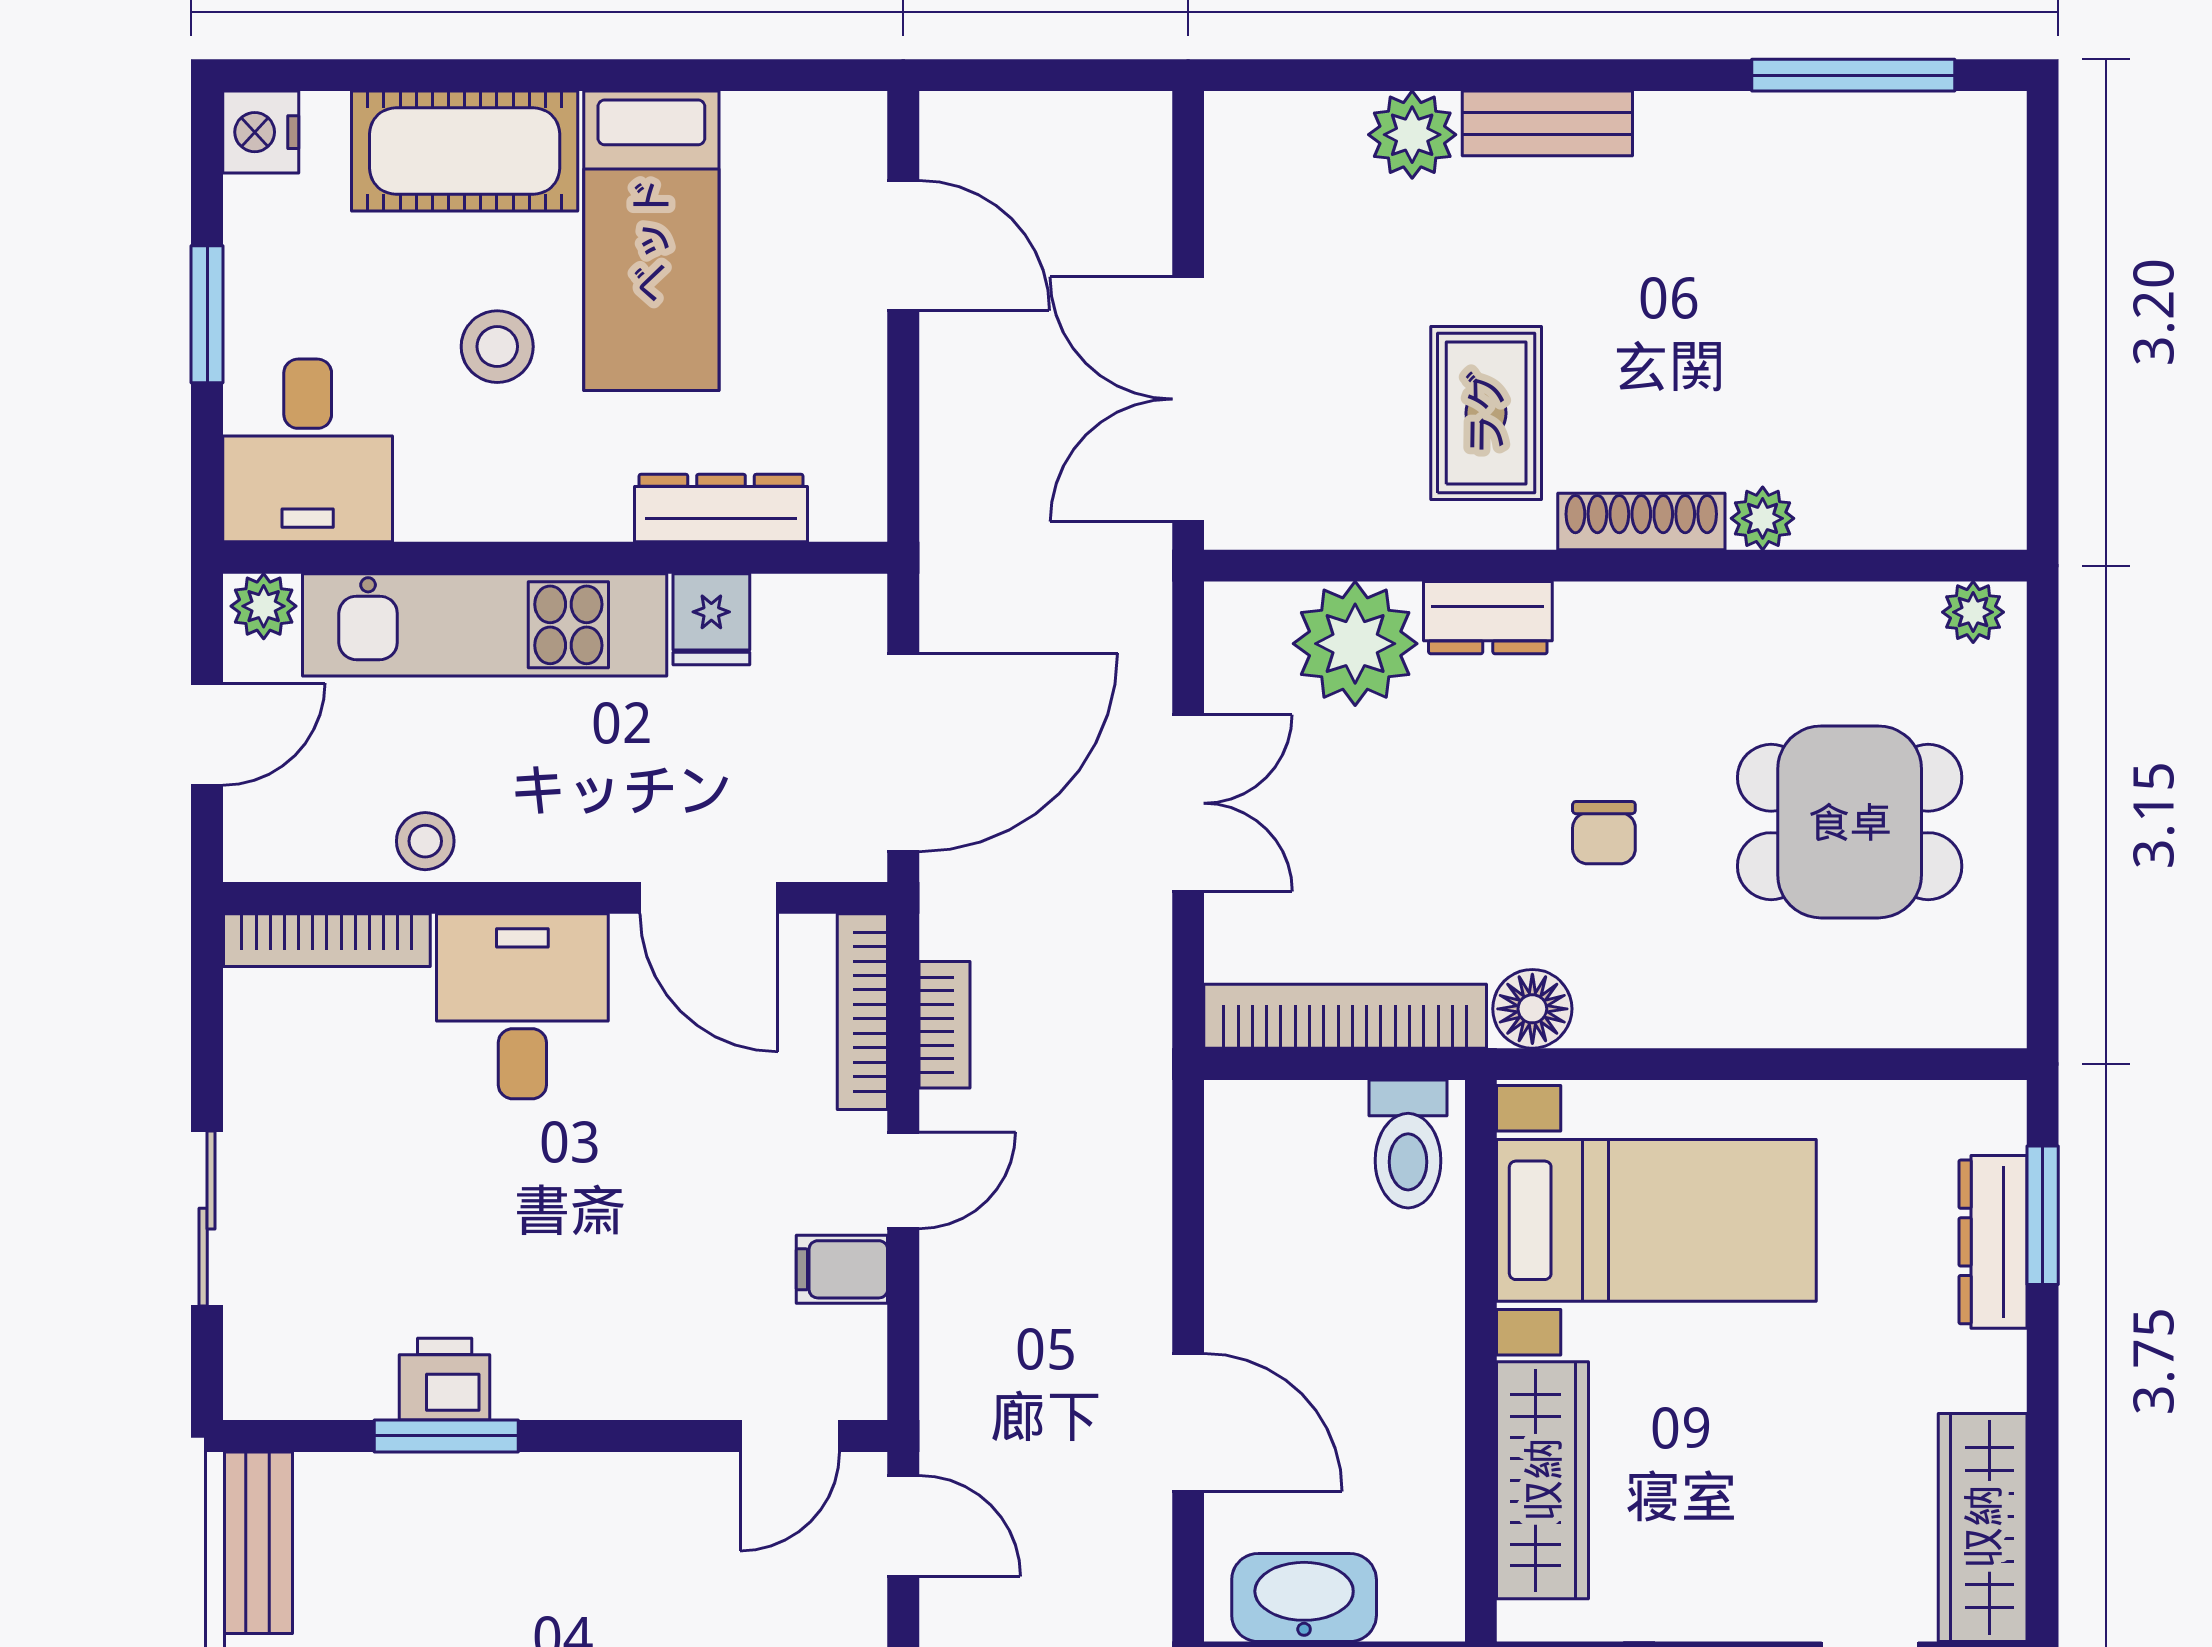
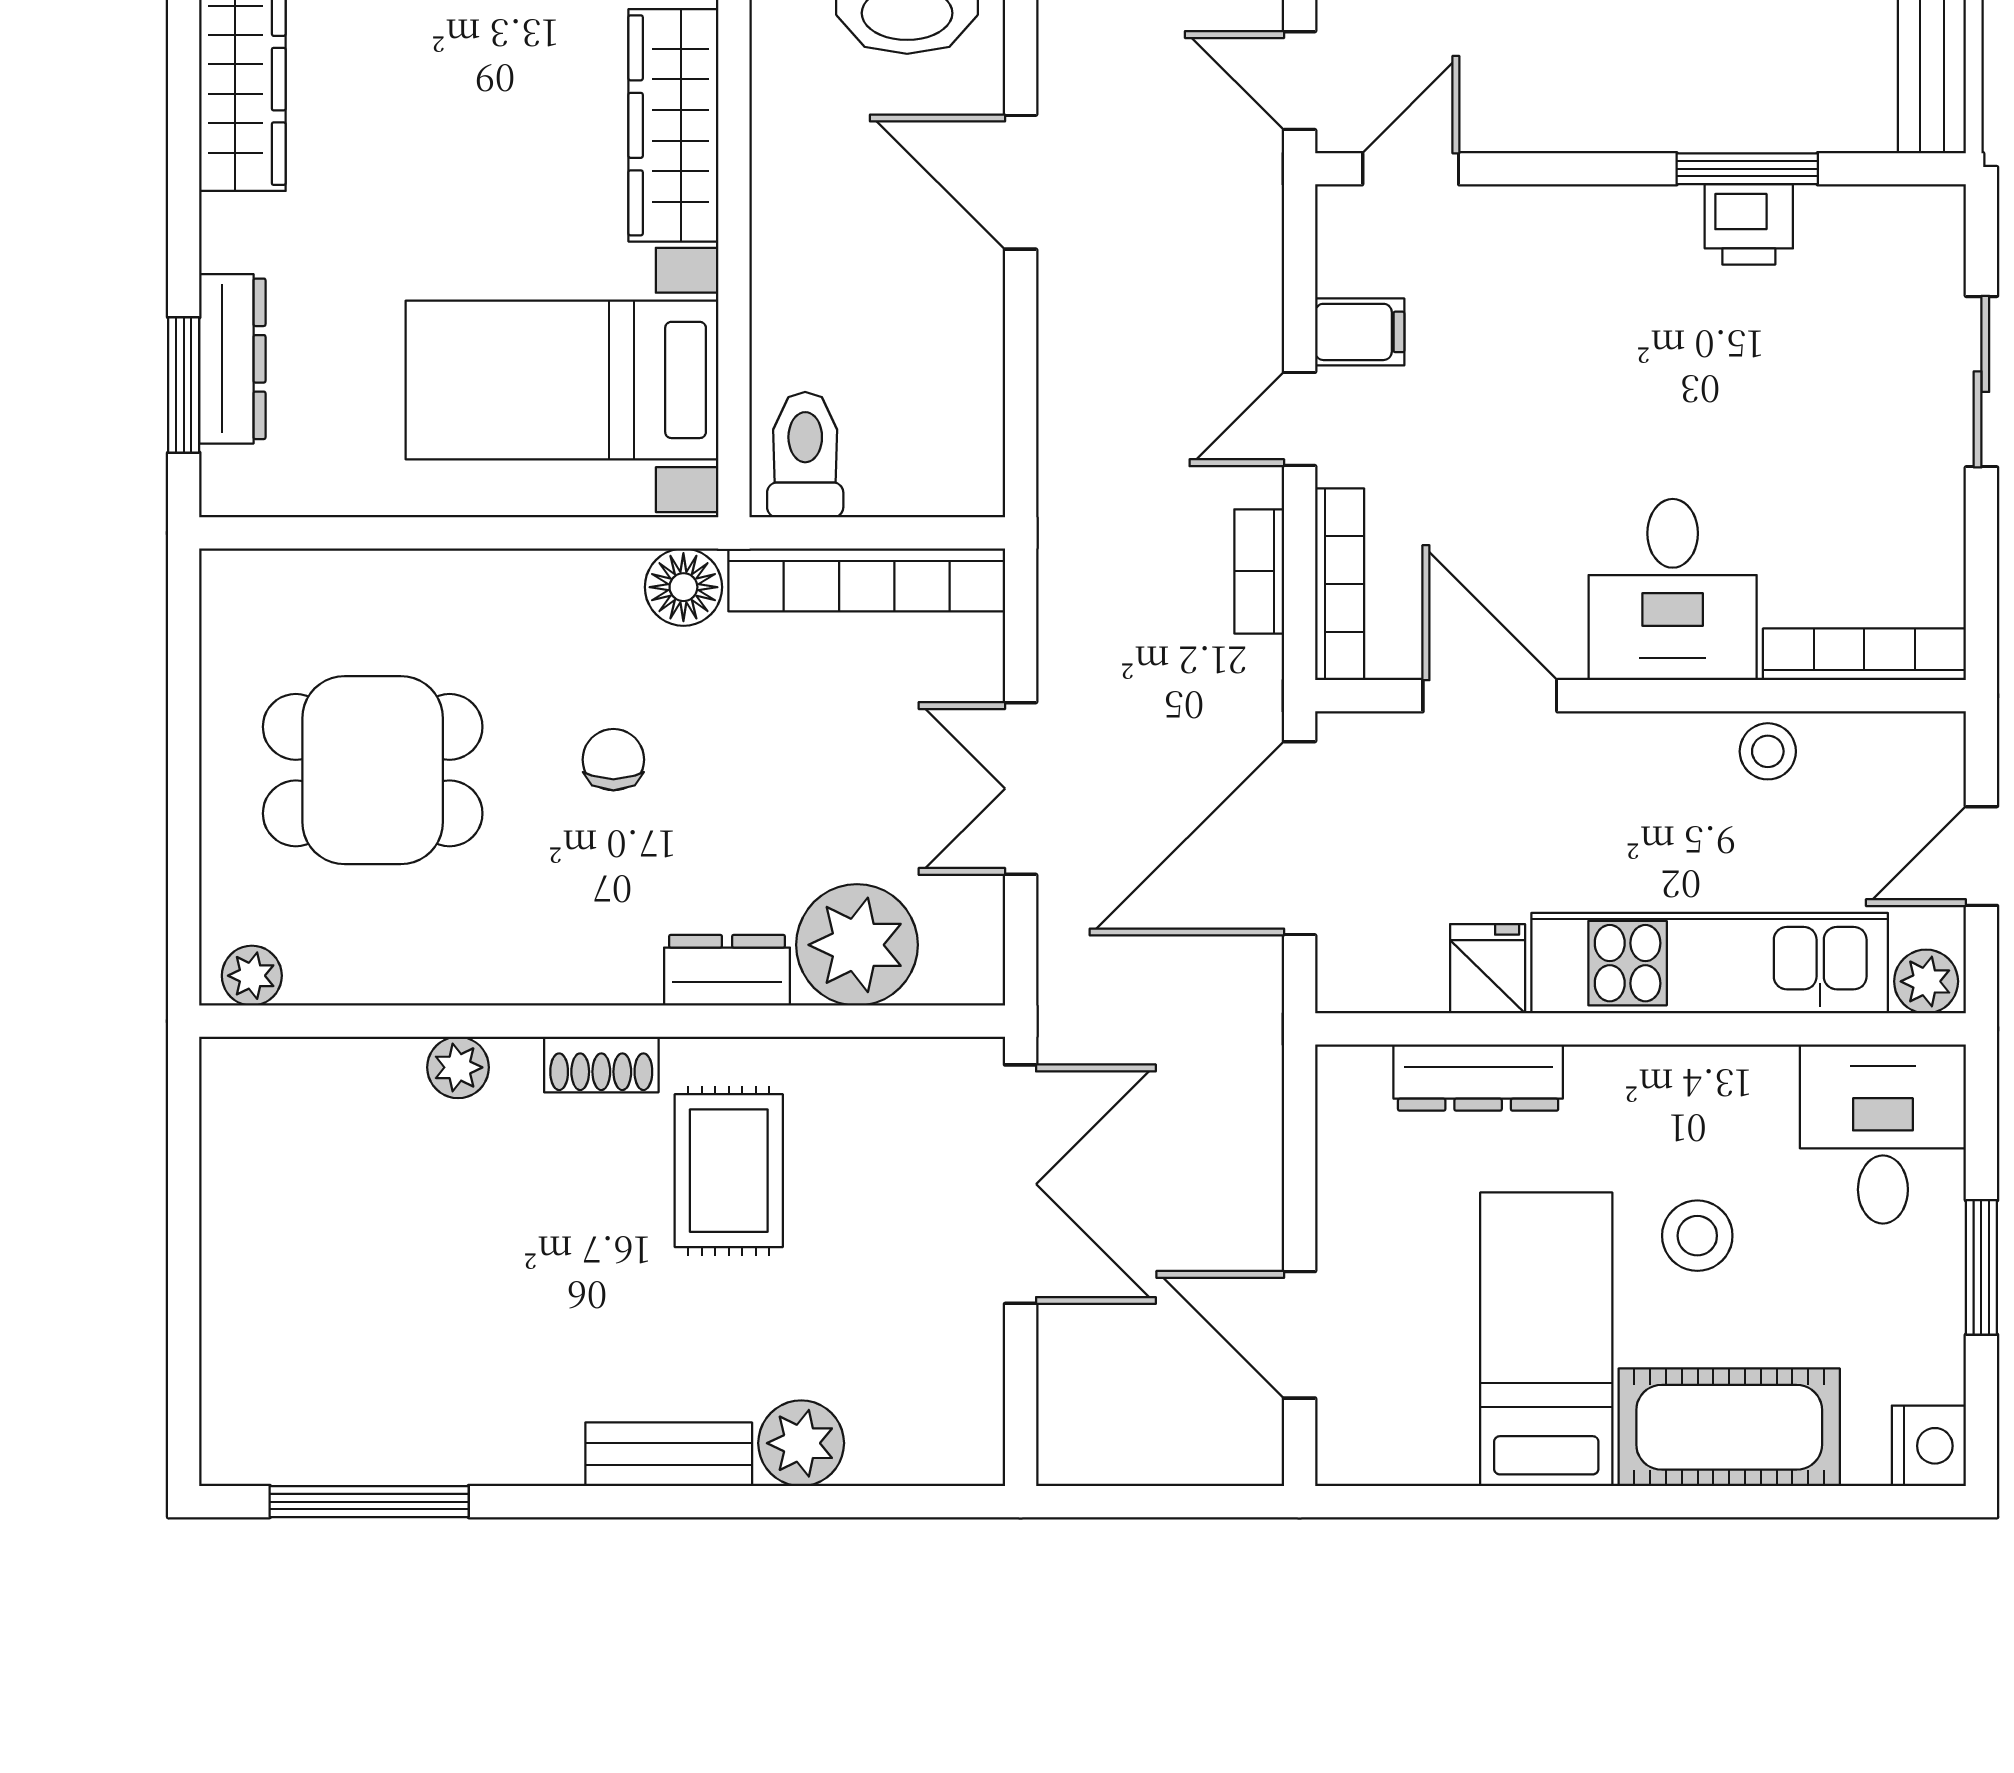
shoe rack: (1641, 521) -> (601, 1064), width x0.70

